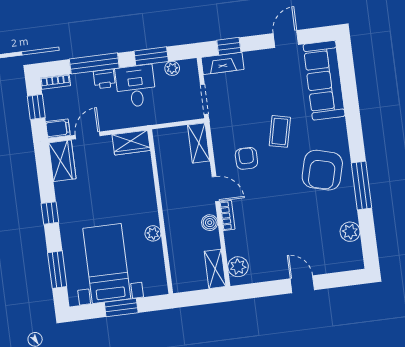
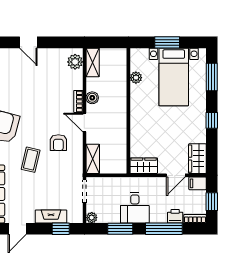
fireplace: (223, 63) -> (51, 216), moved
plant: (172, 68) -> (92, 218), moved
printer: (104, 79) -> (175, 216), moved
plant: (153, 233) -> (136, 78), moved

